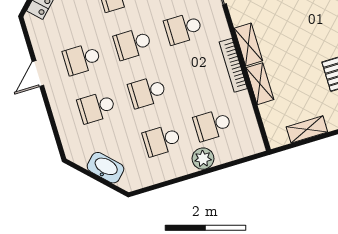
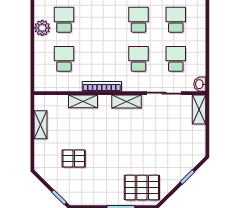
shelving: (248, 44) -> (127, 101), moved
school desk: (147, 92) -> (101, 20), removed
plant: (203, 159) -> (42, 28), moved

